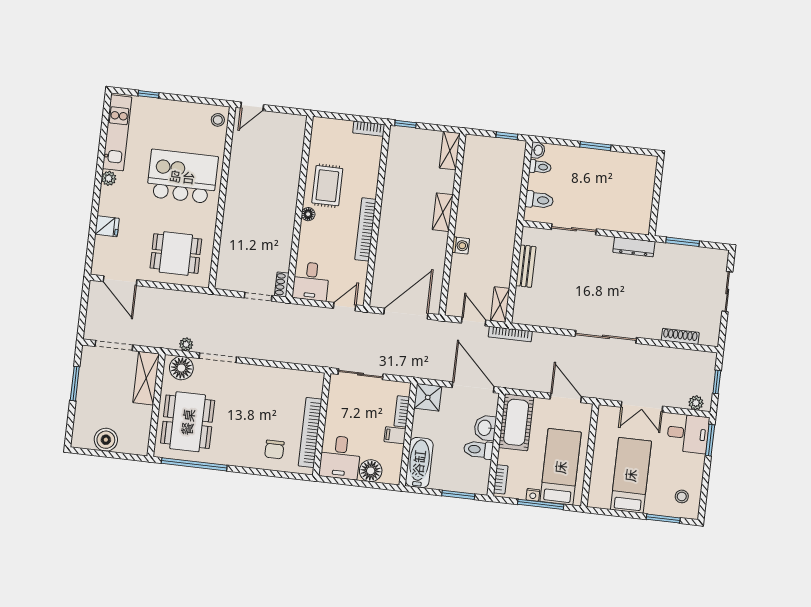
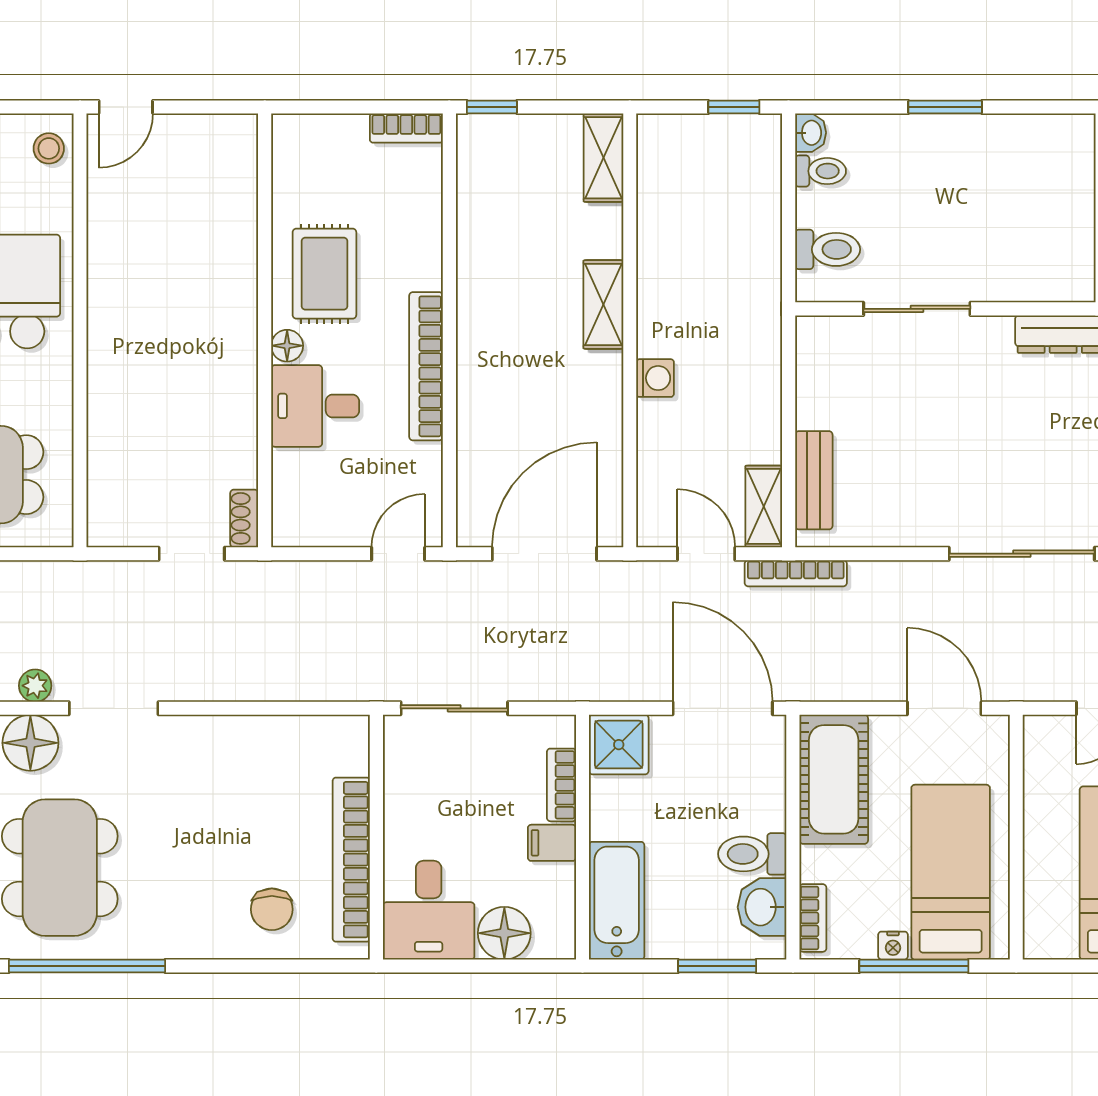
bench: (526, 266) -> (814, 480), moved
desk: (311, 281) -> (315, 406), moved, turned 90
washbasin: (485, 428) -> (762, 907), moved

